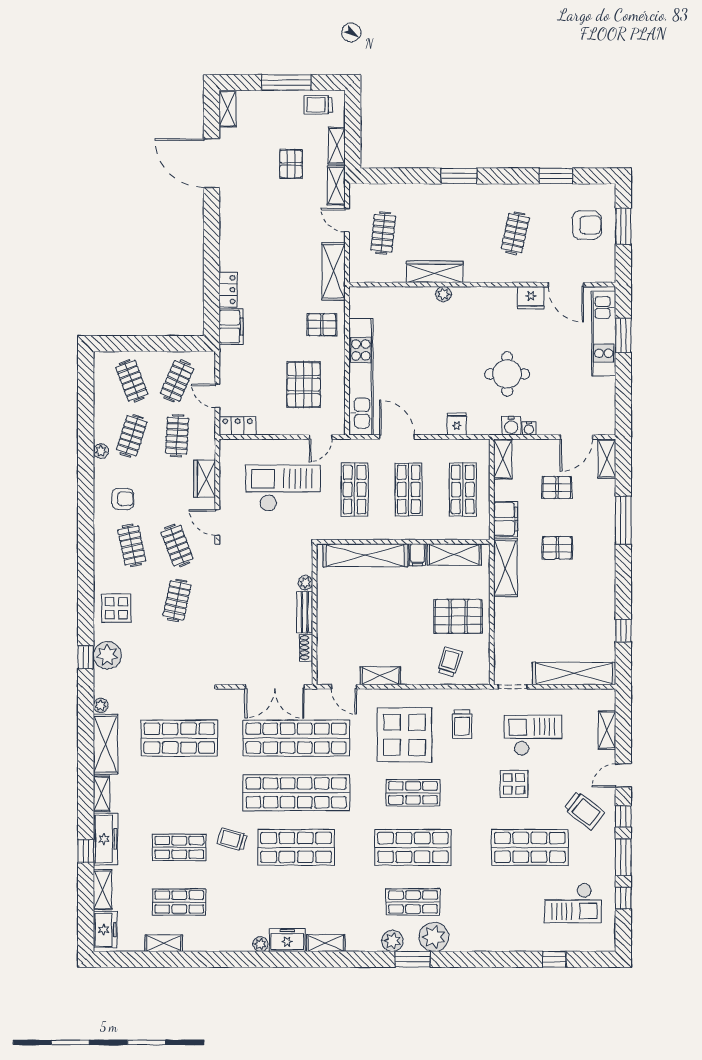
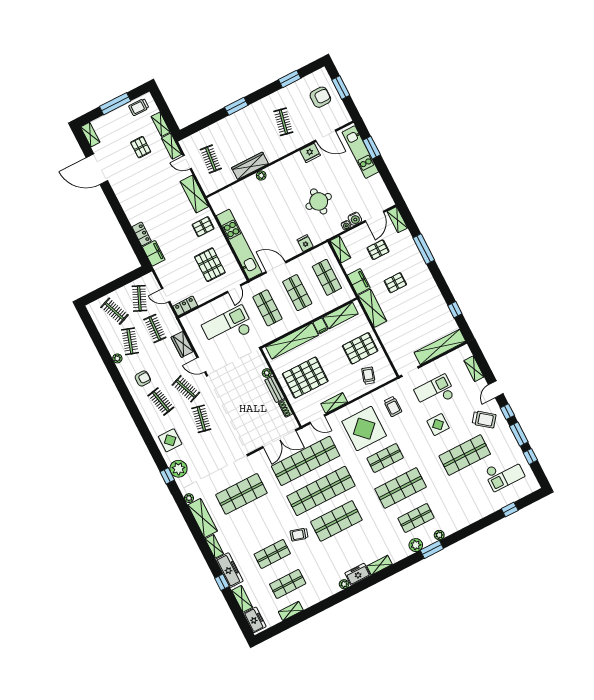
water cooler: (511, 426) -> (355, 219), moved
pallet: (357, 618) -> (305, 378), added
plant: (434, 937) -> (439, 535), width x0.53, depth x0.53

